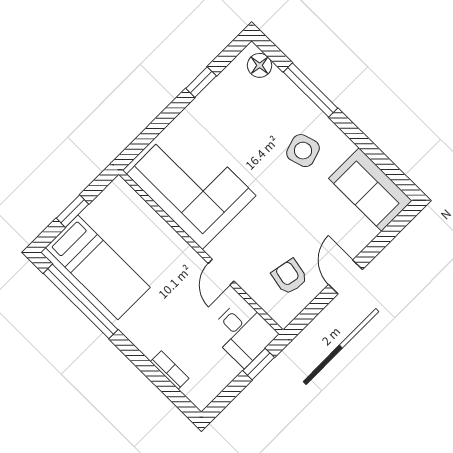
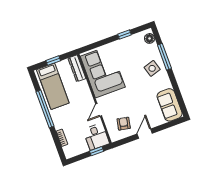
side table: (303, 151) -> (152, 68), moved
dresser: (132, 204) -> (77, 68), added
window: (81, 301) -> (45, 109), moved

